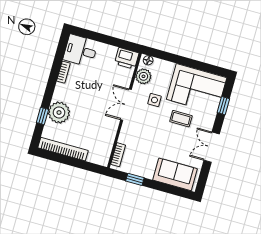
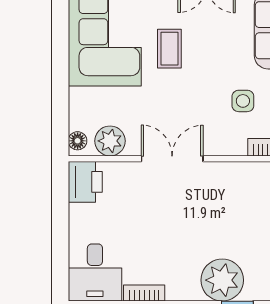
side table: (154, 100) -> (243, 101), moved
double door: (126, 105) -> (172, 159), swing flipped

